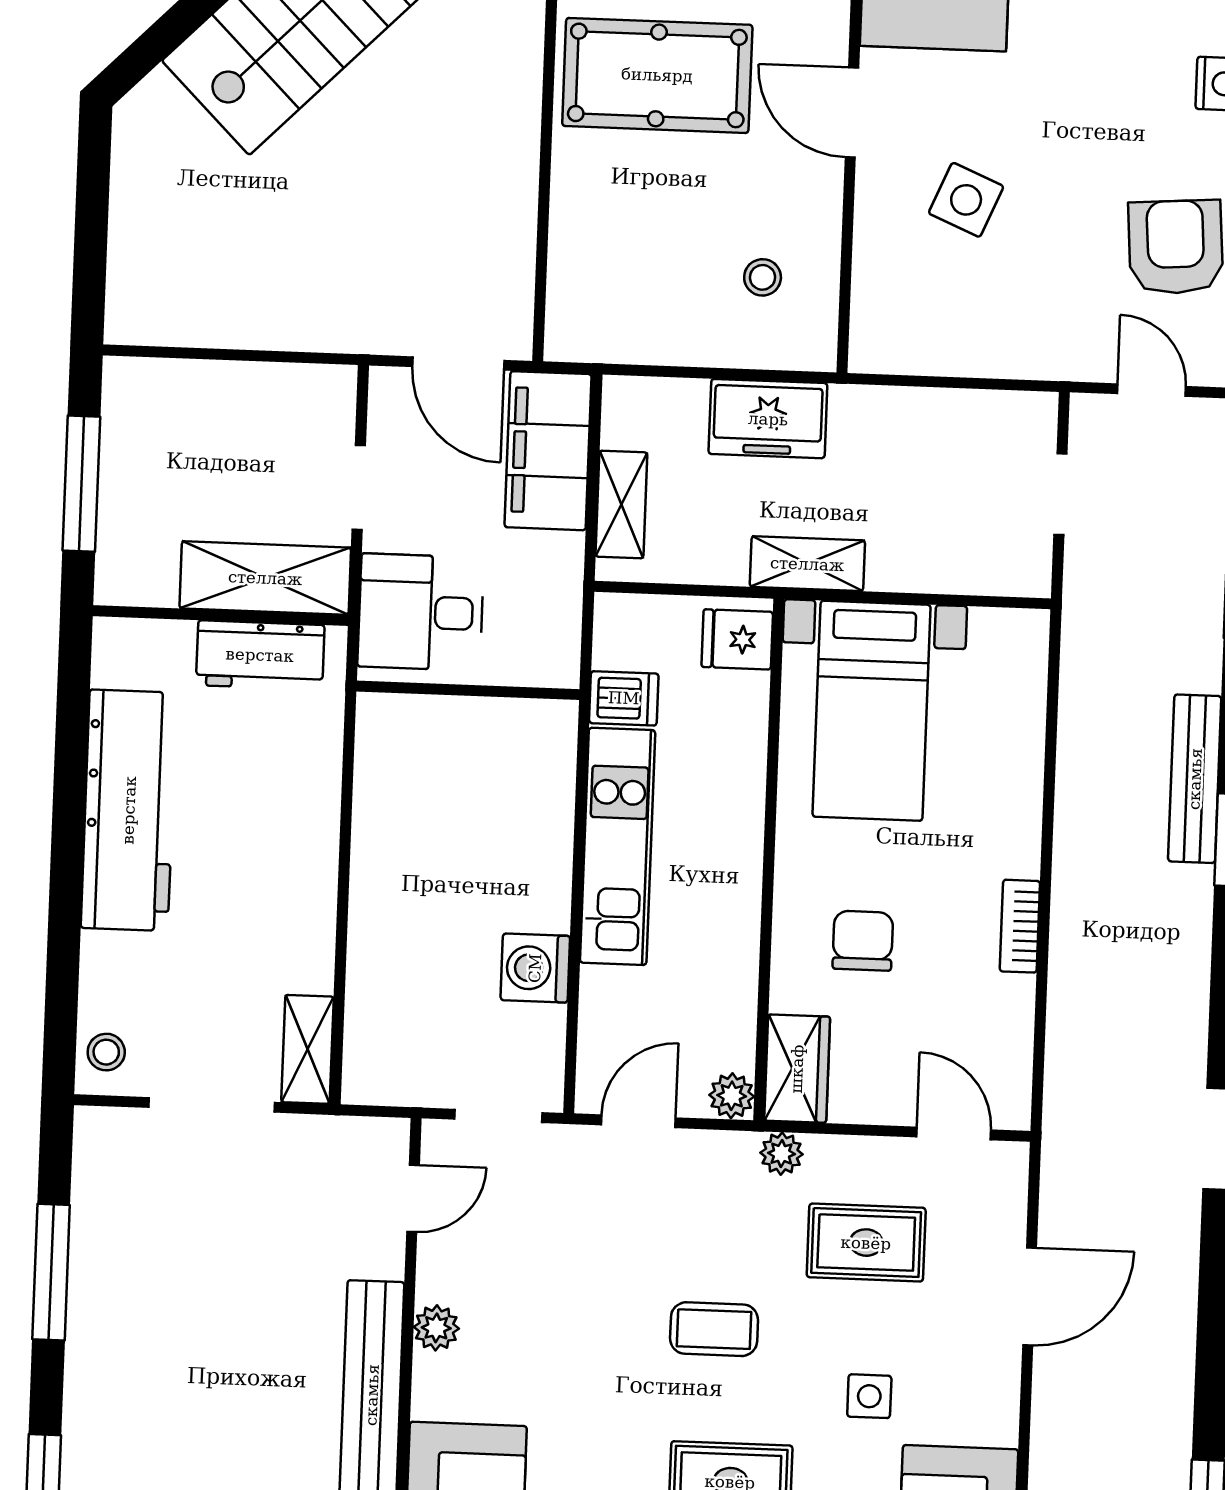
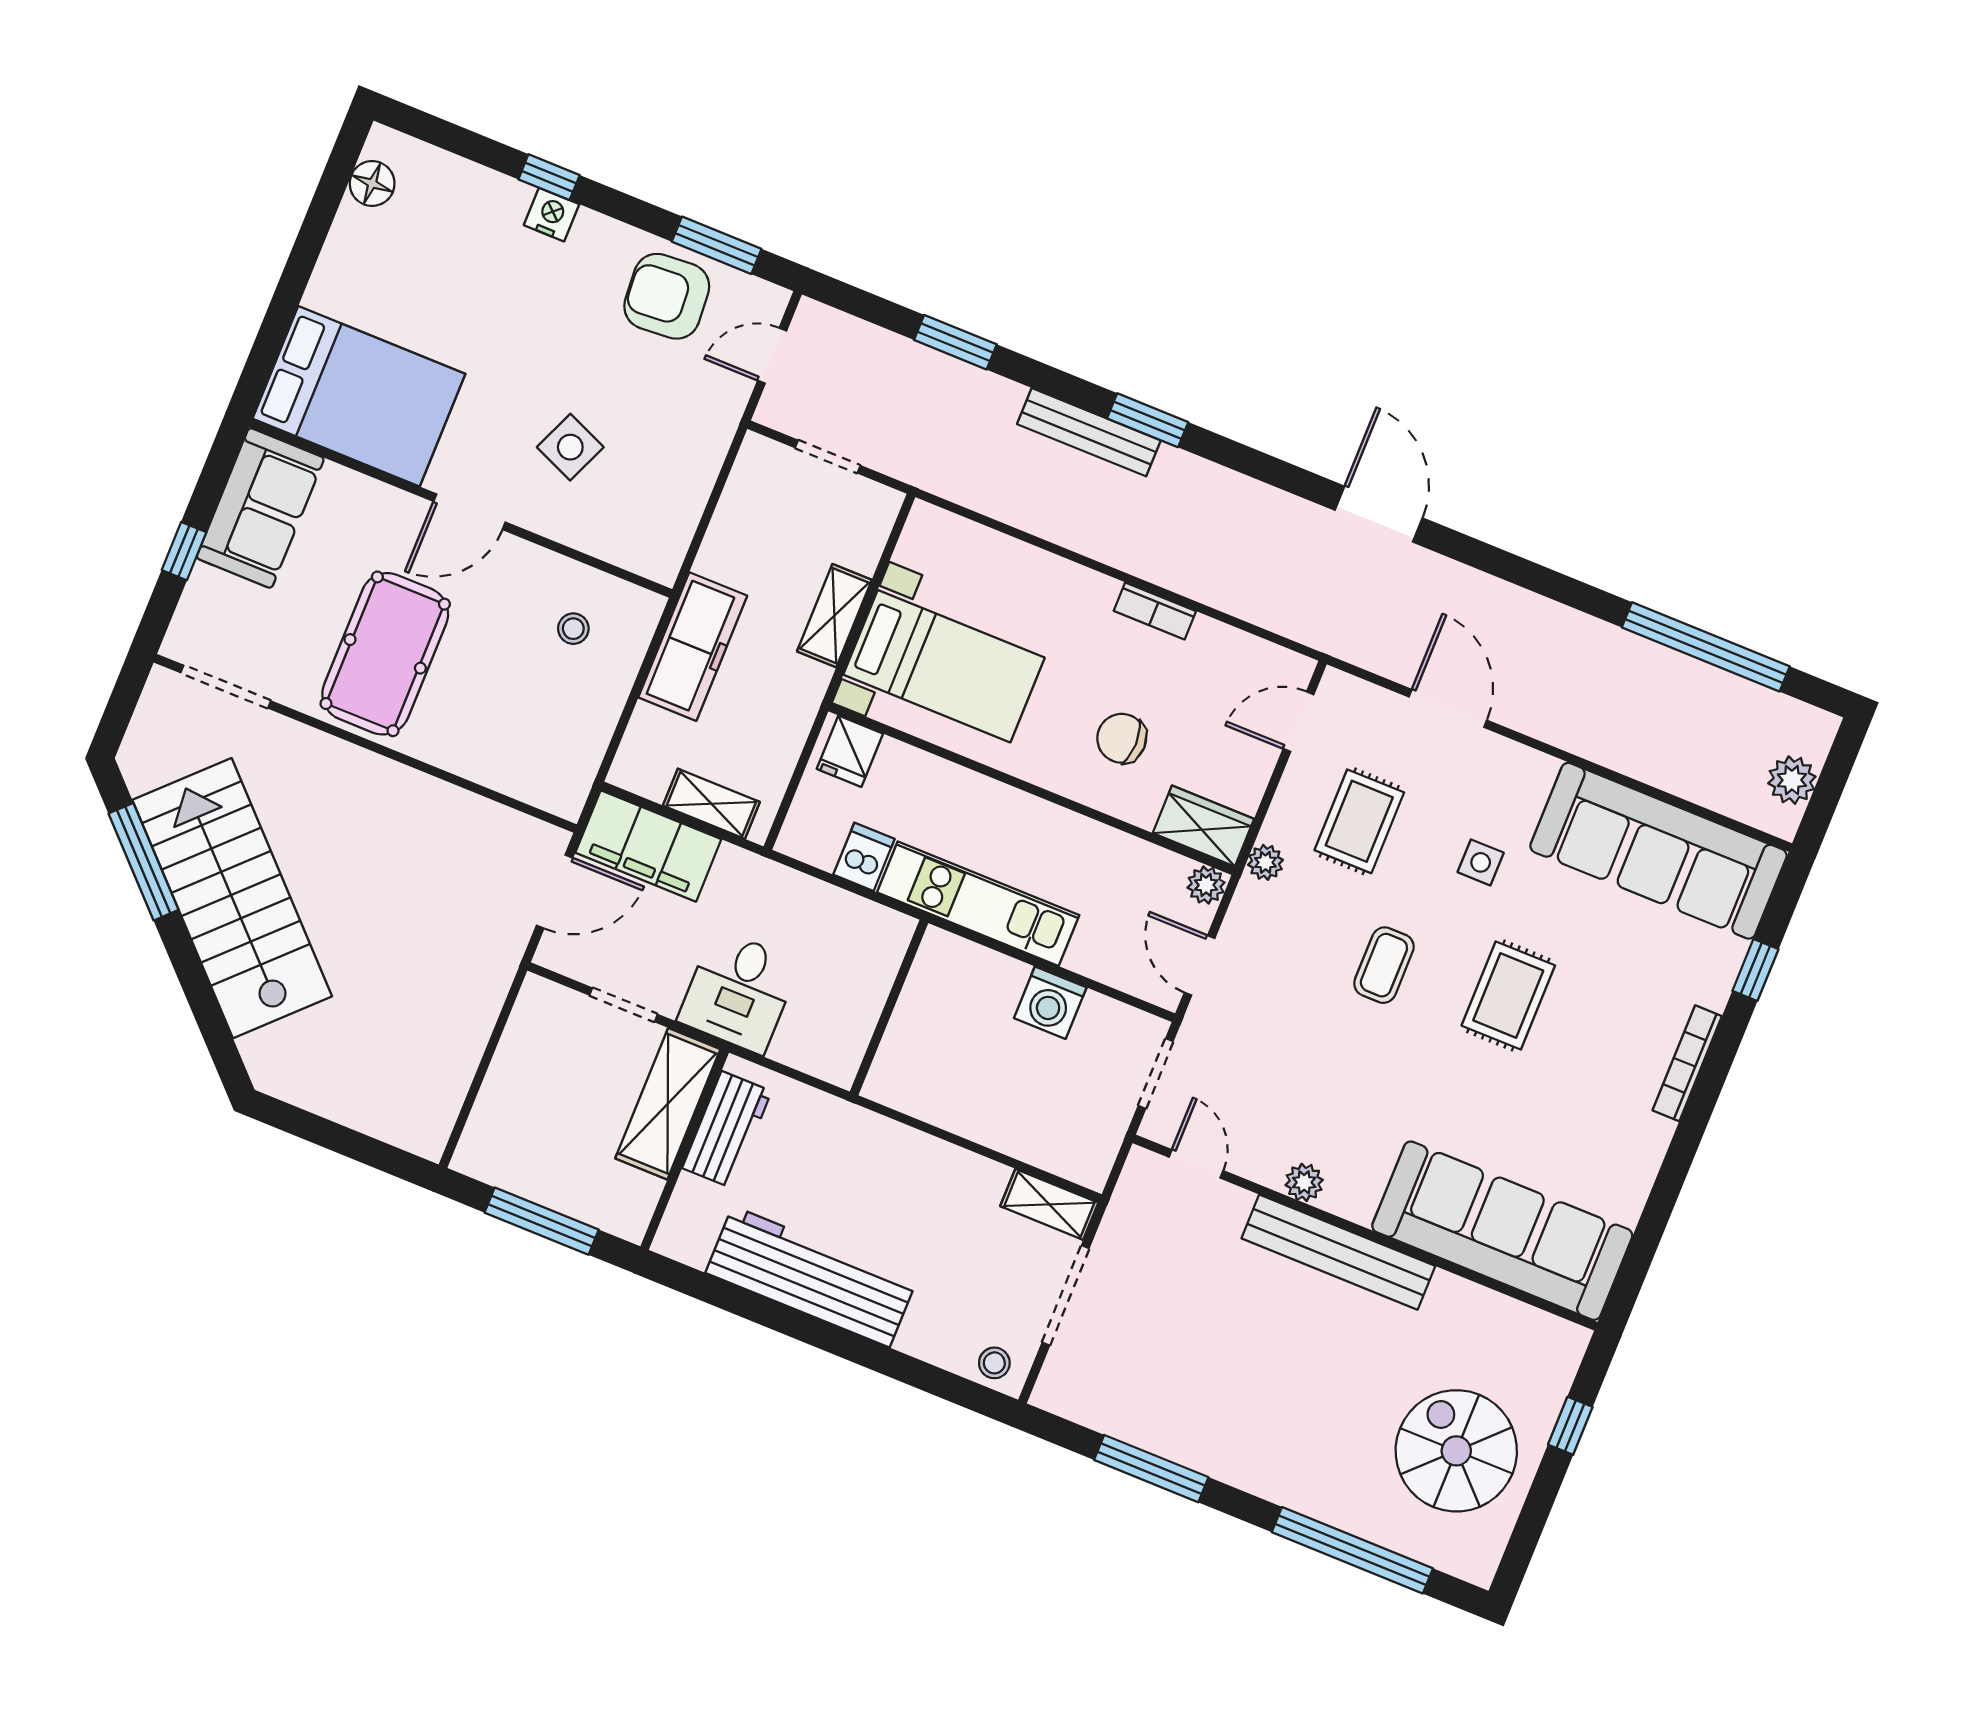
freezer: (768, 419) -> (693, 647), width x1.40
shelving: (807, 564) -> (834, 616), moved
wall: (468, 690) -> (889, 1007), moved

